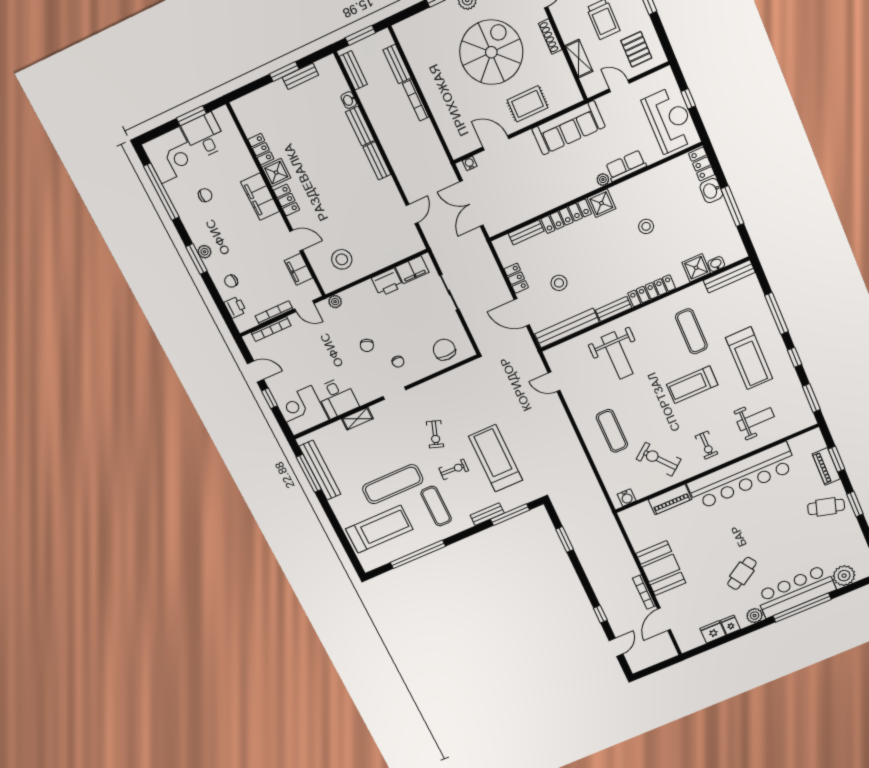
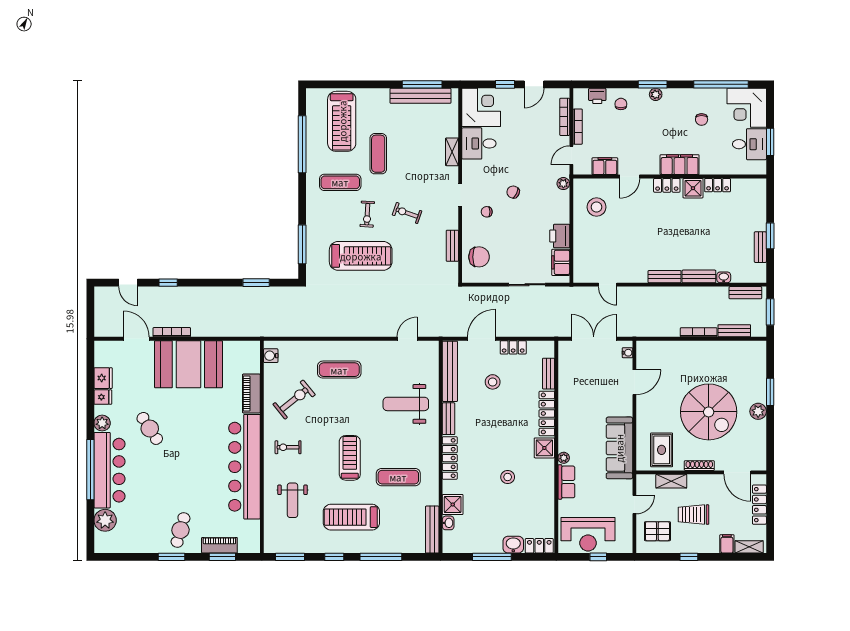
rug: (527, 104) -> (662, 450), moved
exercise mat: (393, 484) -> (378, 154), width x0.73, depth x0.69
bench: (487, 514) -> (452, 246), moved
booth: (661, 568) -> (188, 364), width x1.36, depth x1.42

